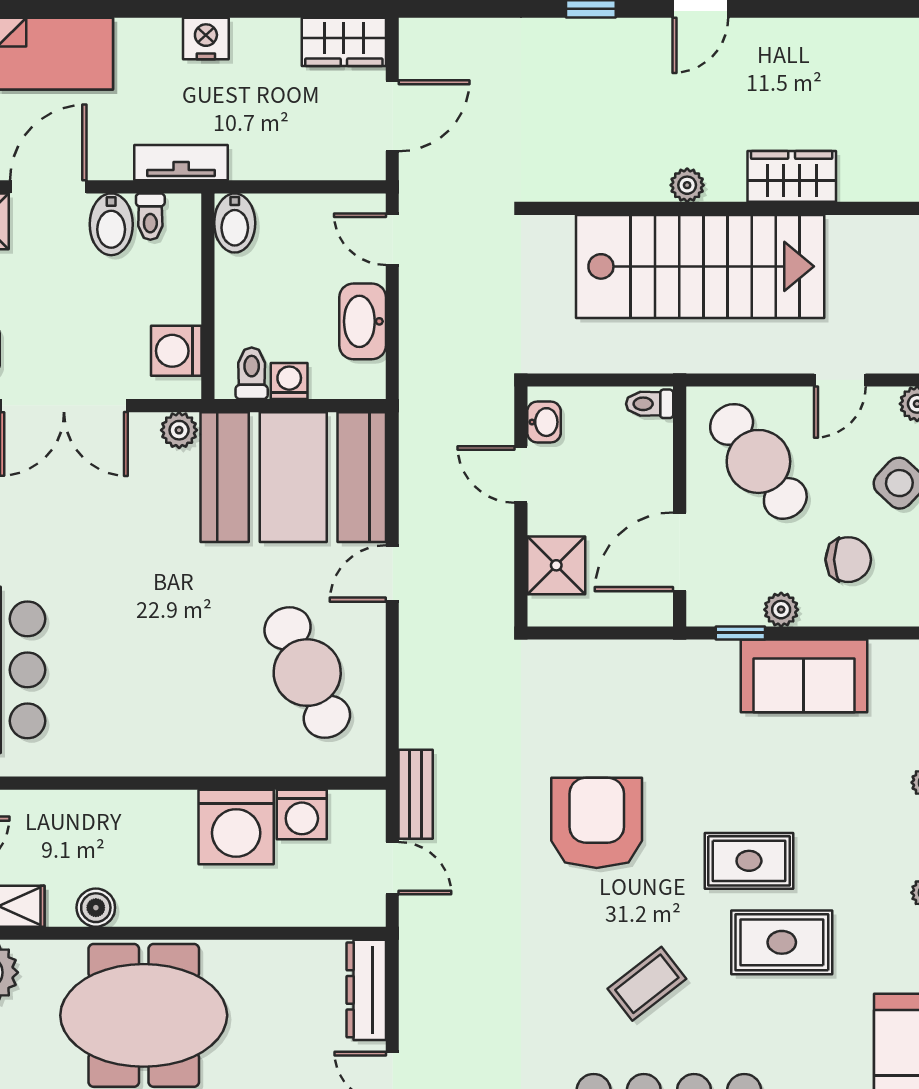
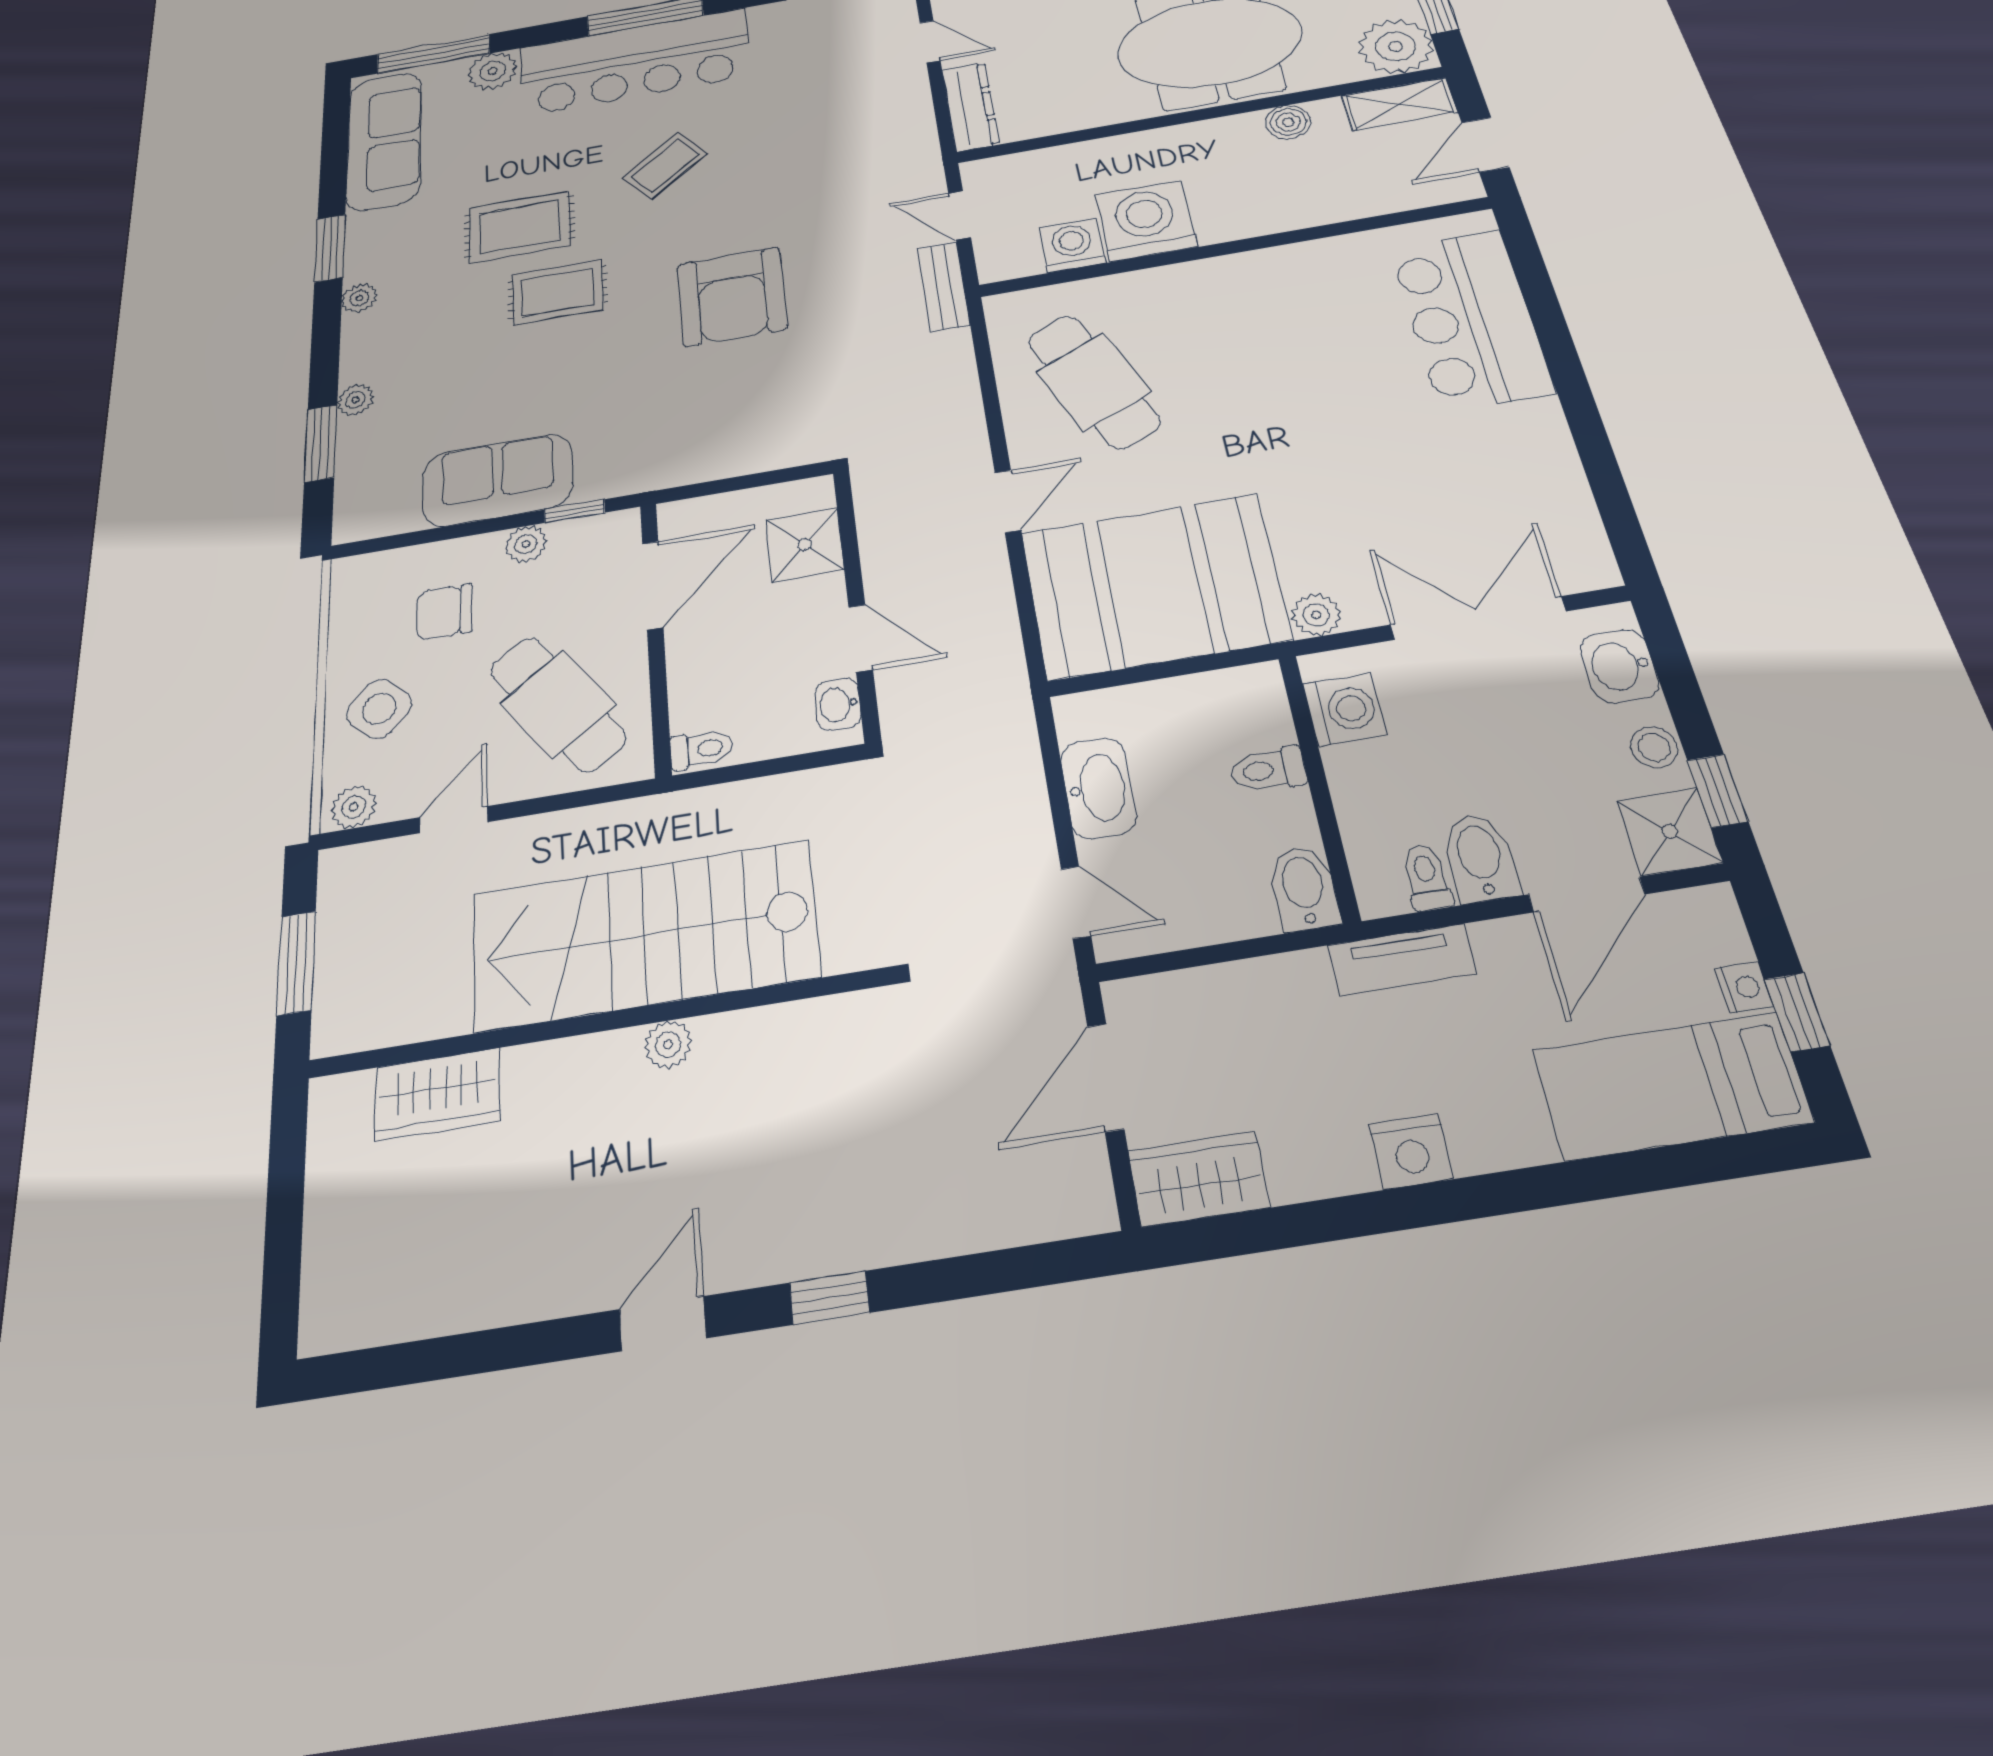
wardrobe: (792, 176) -> (437, 1094), moved
toilet: (252, 373) -> (1268, 770), moved, turned 90
washing machine: (289, 381) -> (1183, 698), removed

